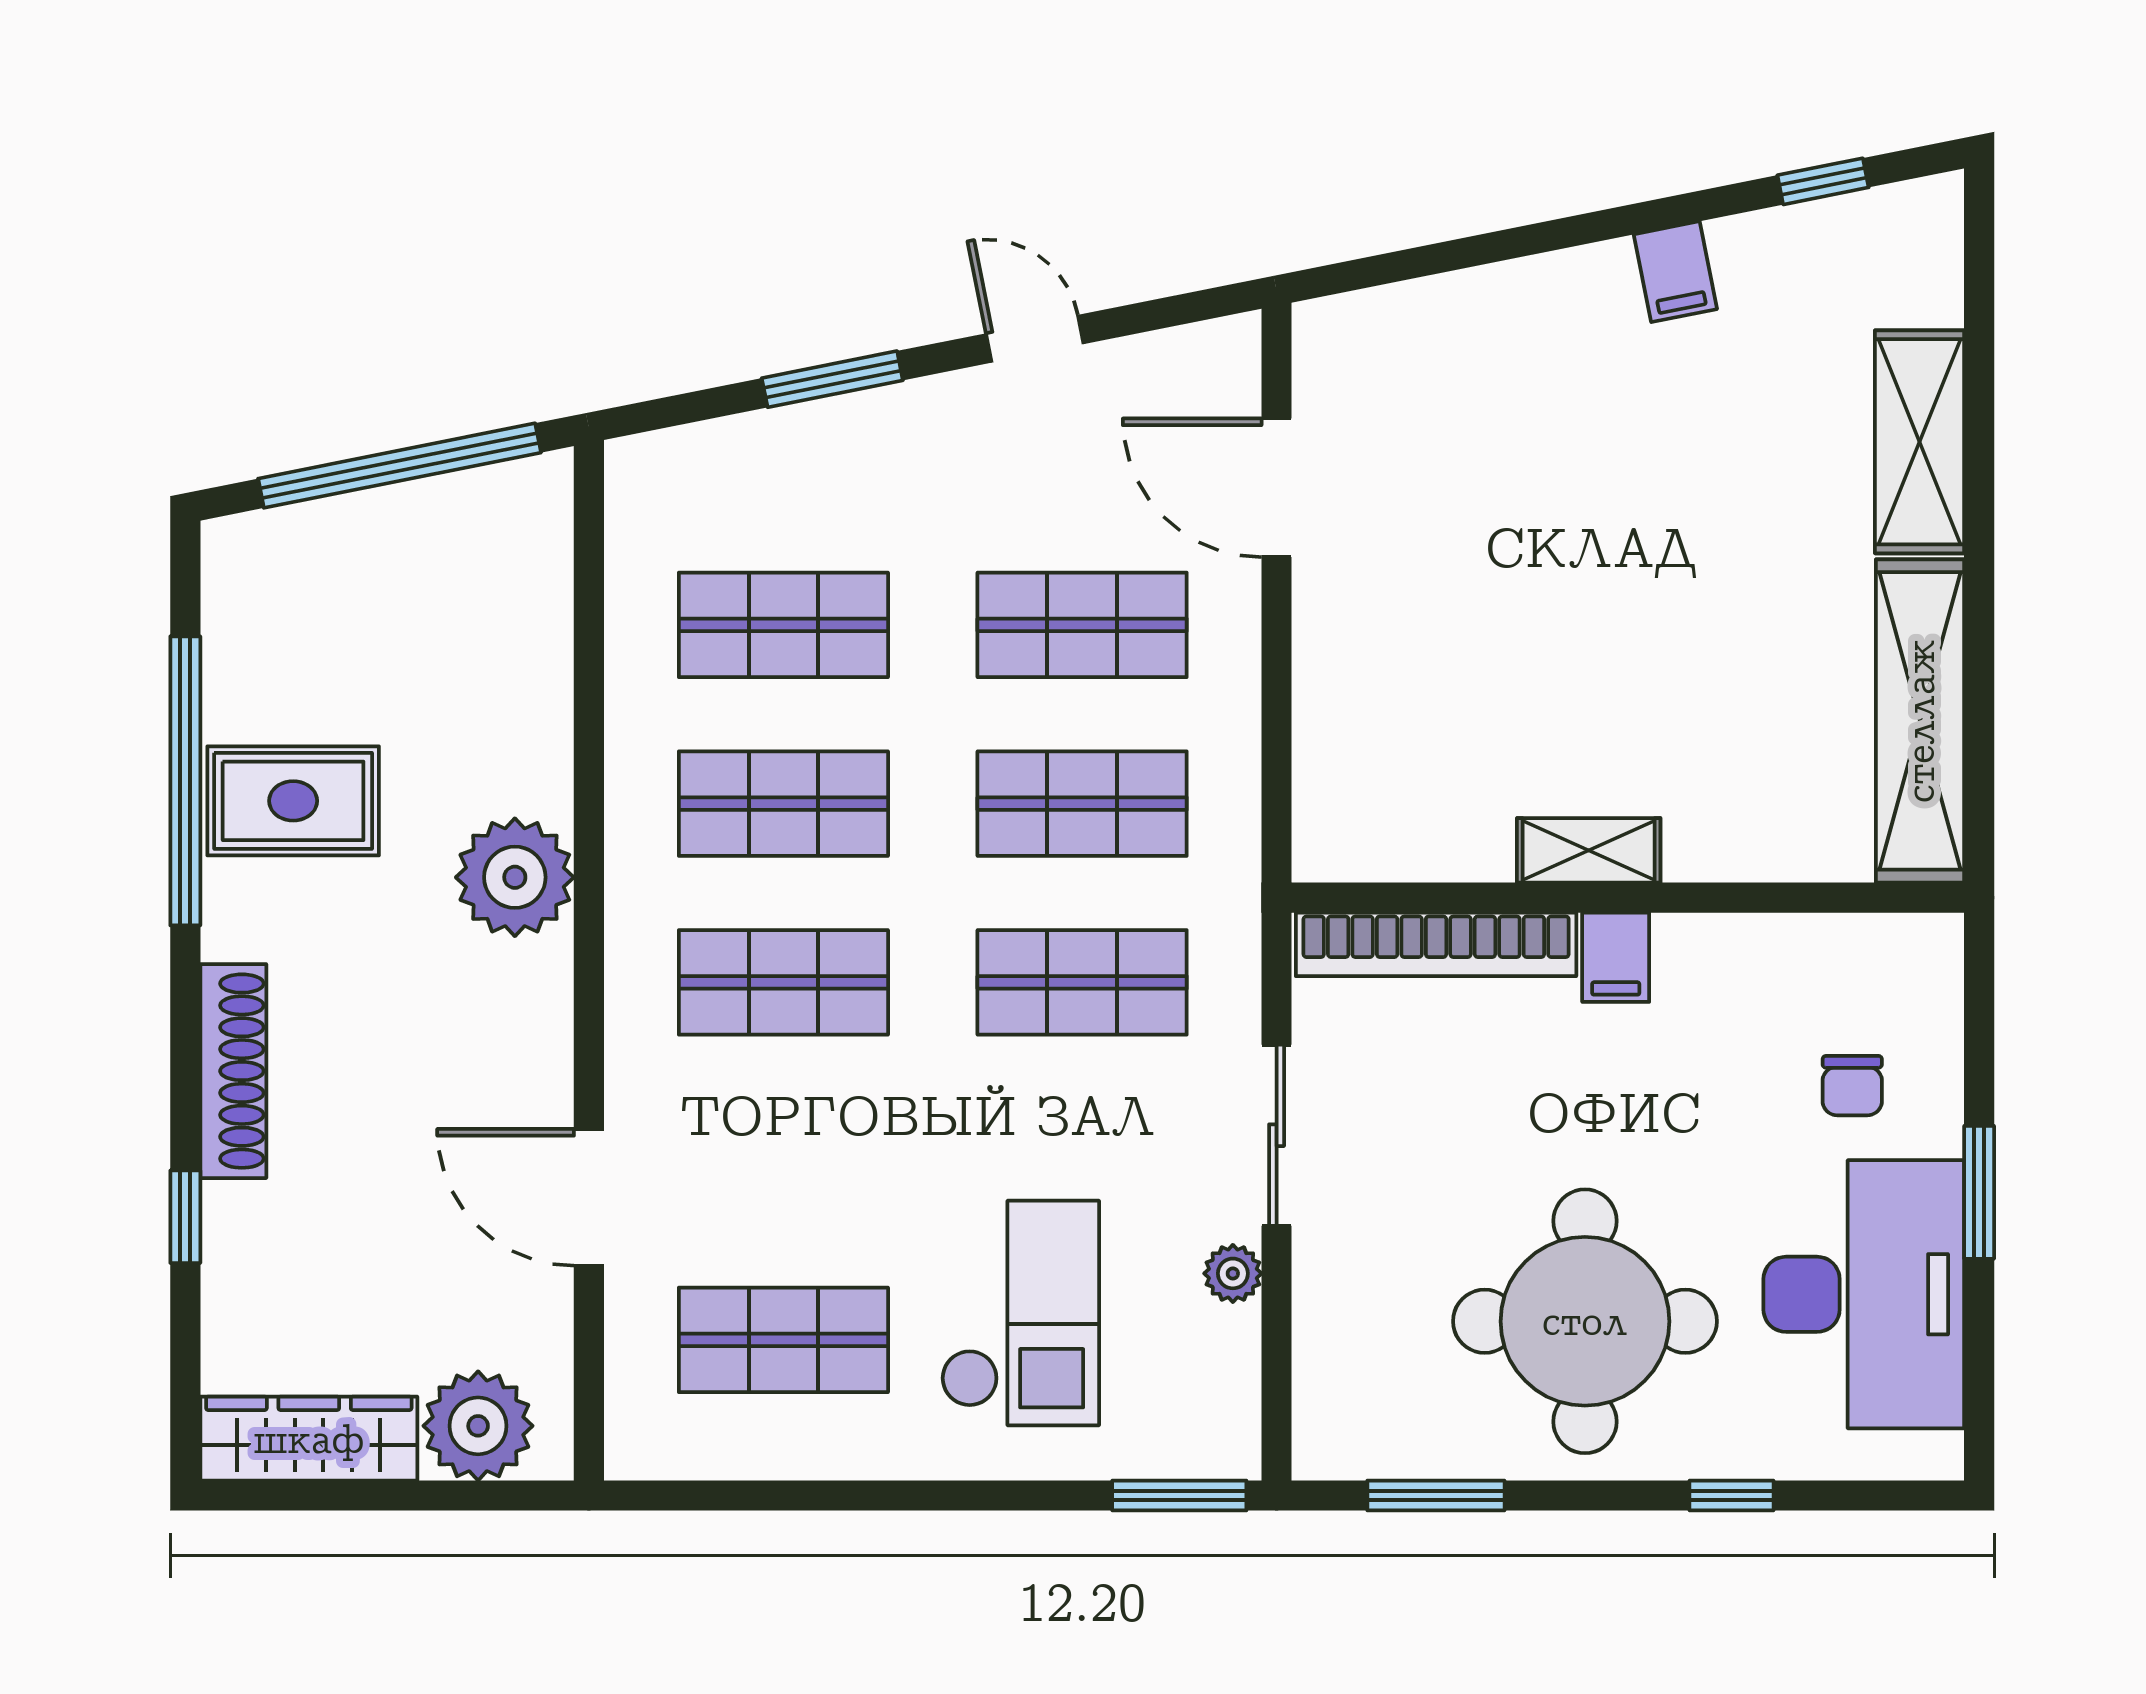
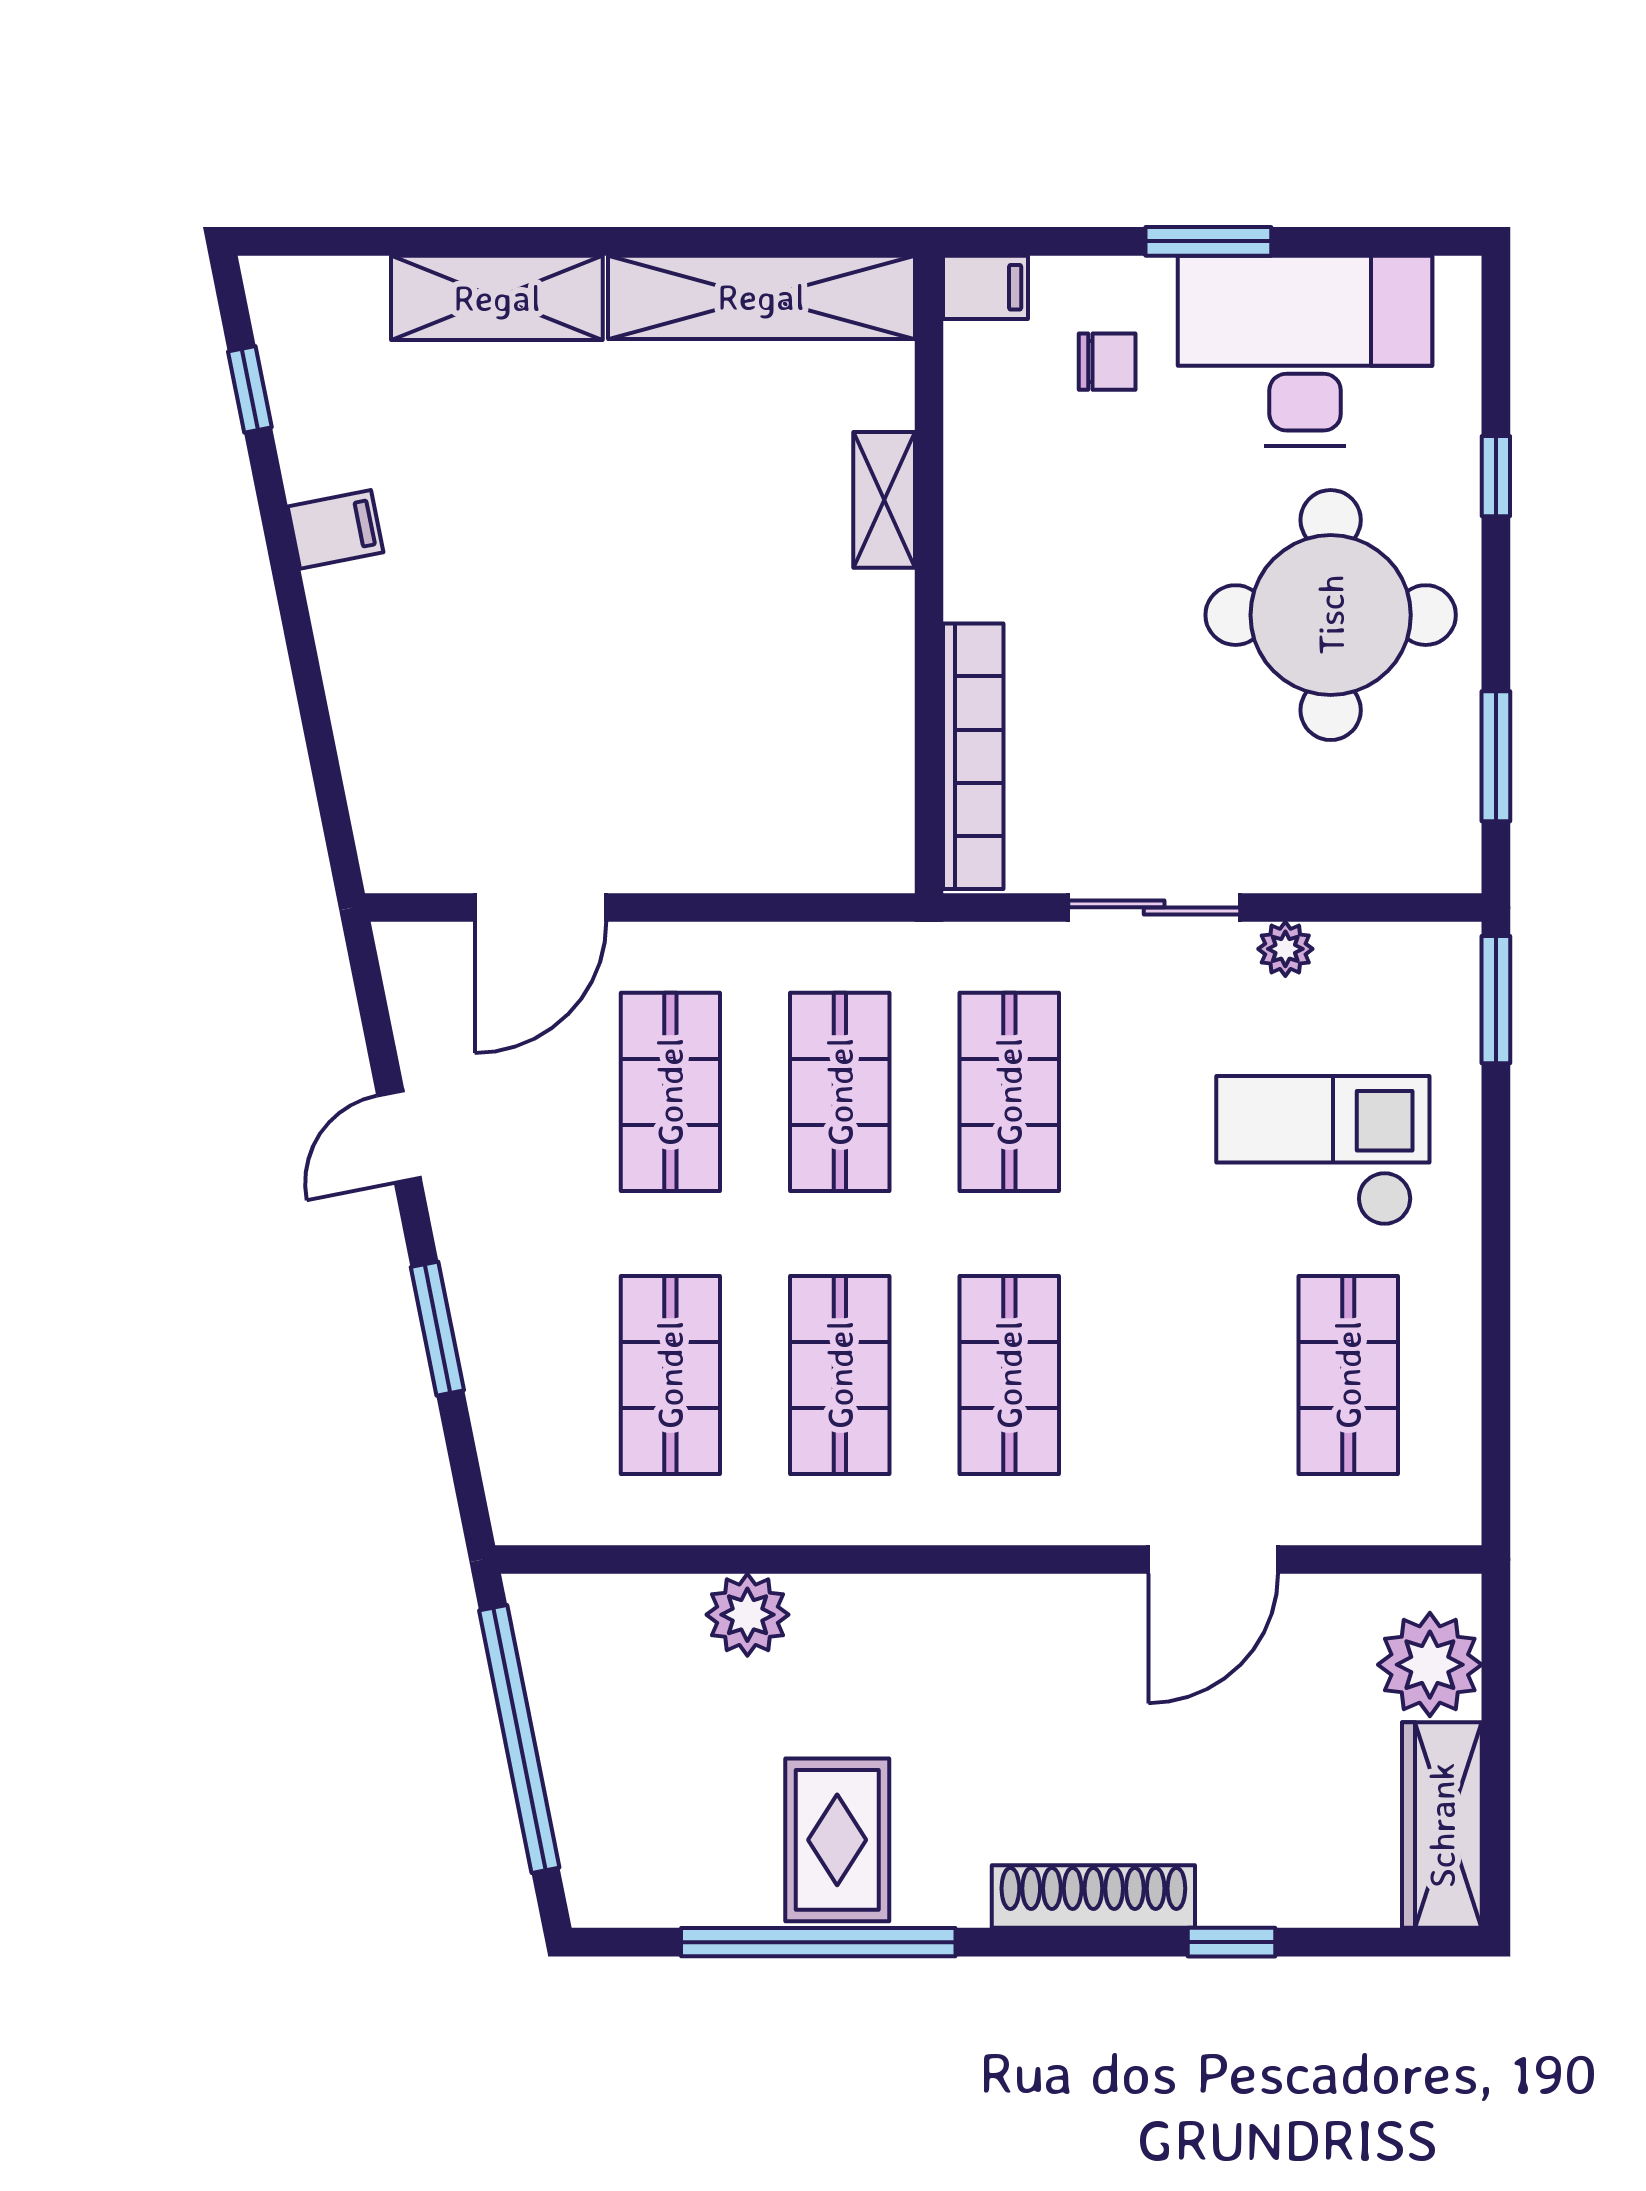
shelving: (1589, 850) -> (884, 500), moved
plant: (515, 877) -> (747, 1615), moved, width x0.73, depth x0.73
filing cabinet: (1616, 957) -> (985, 287), moved

